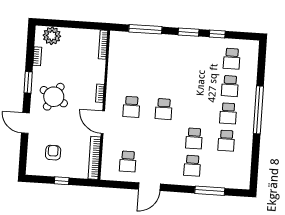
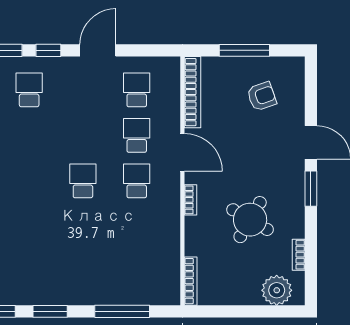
window: (28, 82) -> (311, 189), moved
round table: (54, 97) -> (250, 220), moved
school desk: (194, 138) -> (137, 135), moved
armchair: (53, 153) -> (262, 96), turned -109
window: (62, 181) -> (244, 50), width x2.17
window: (179, 189) -> (48, 50), added

